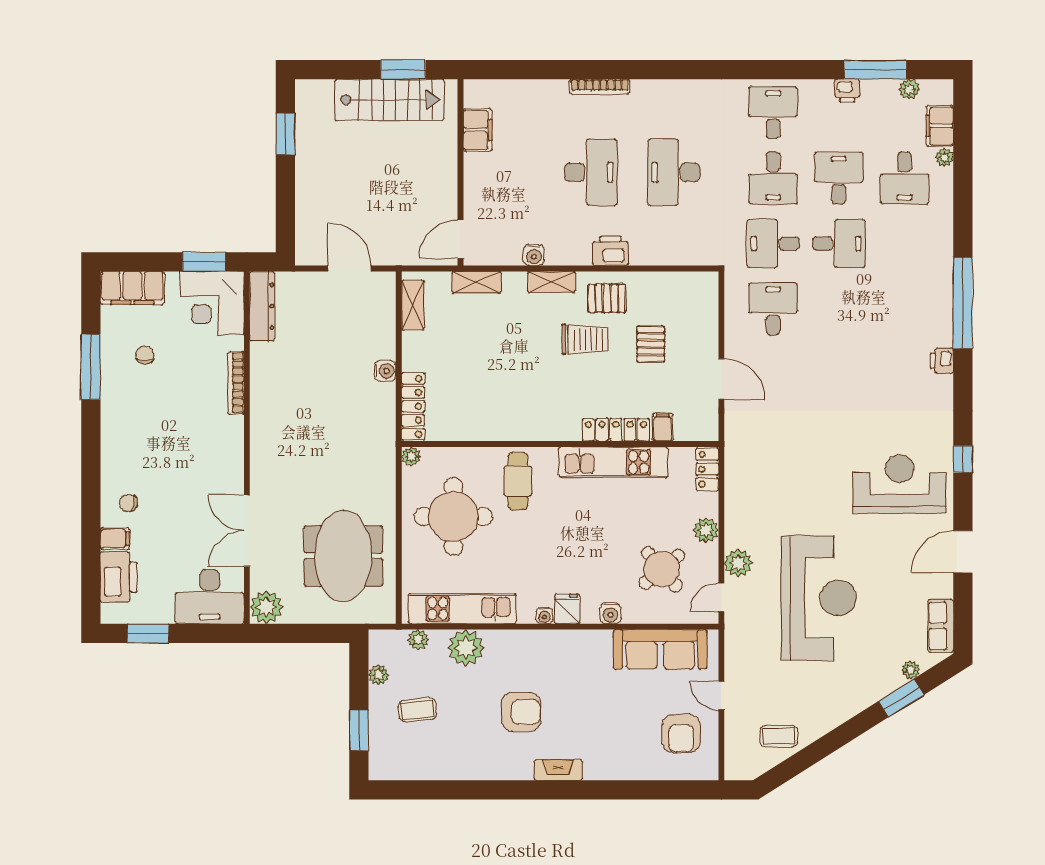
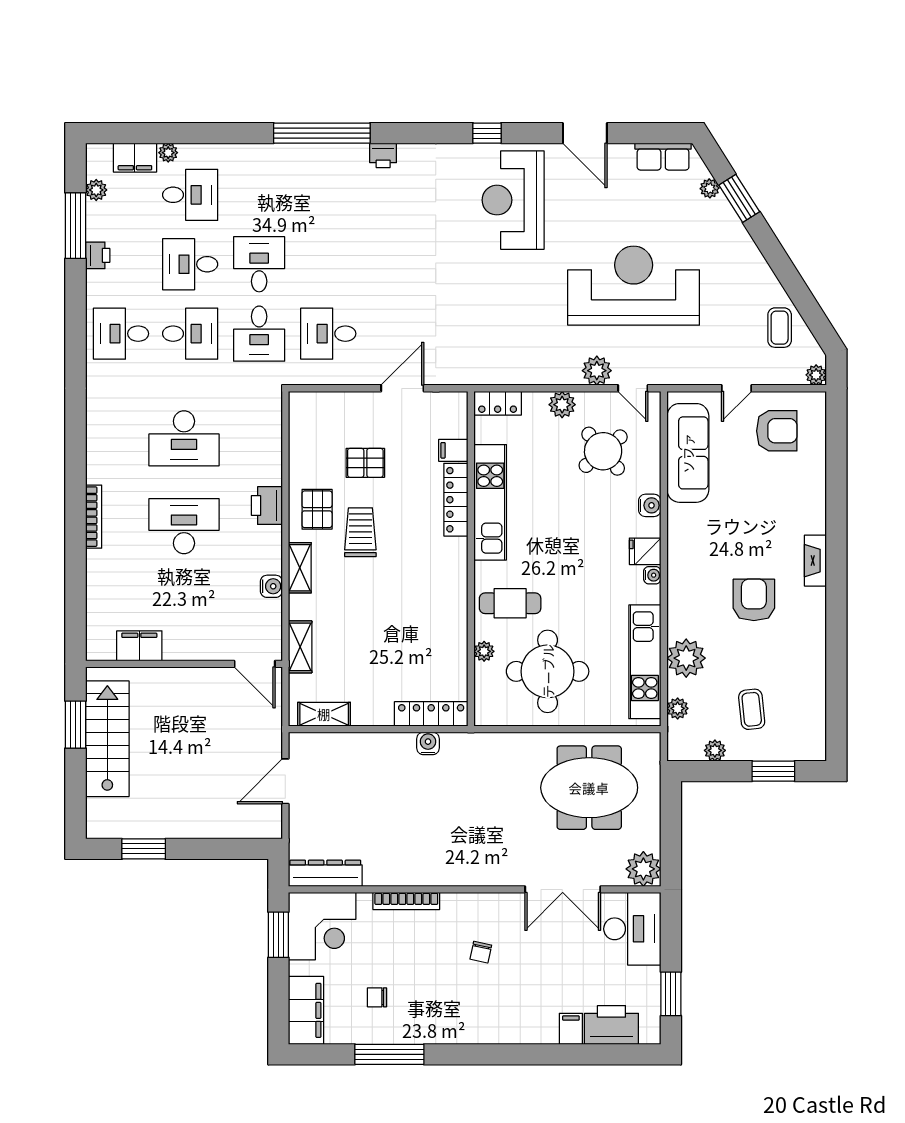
water cooler: (385, 371) -> (428, 743), moved
plant: (411, 456) -> (484, 651), moved
chair: (128, 503) -> (481, 952), moved
plant: (734, 771) -> (816, 375), added

